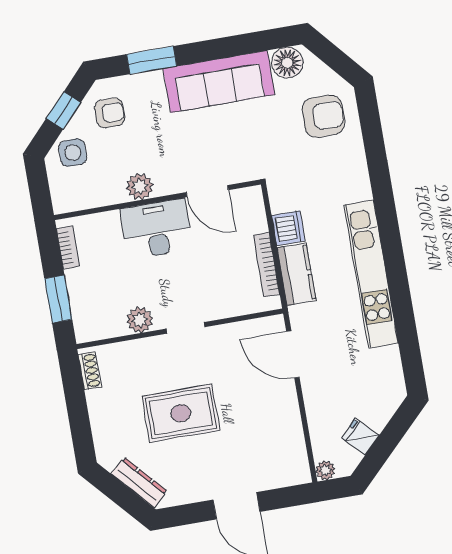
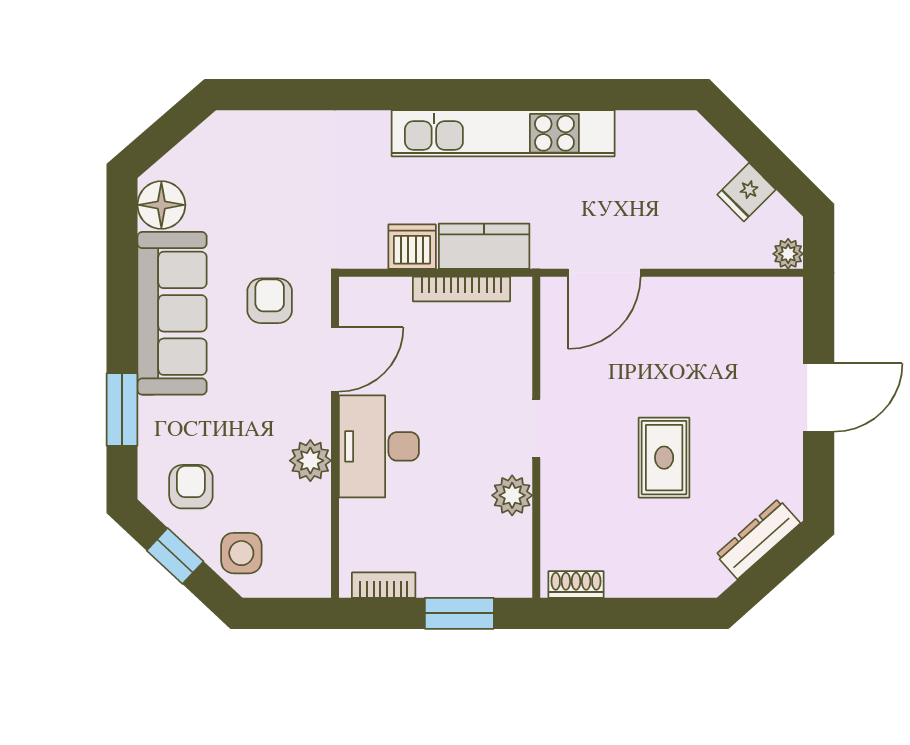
armchair: (323, 116) -> (270, 301), moved, width x0.72, depth x0.72
rug: (181, 413) -> (664, 458), width x0.73, depth x0.70

